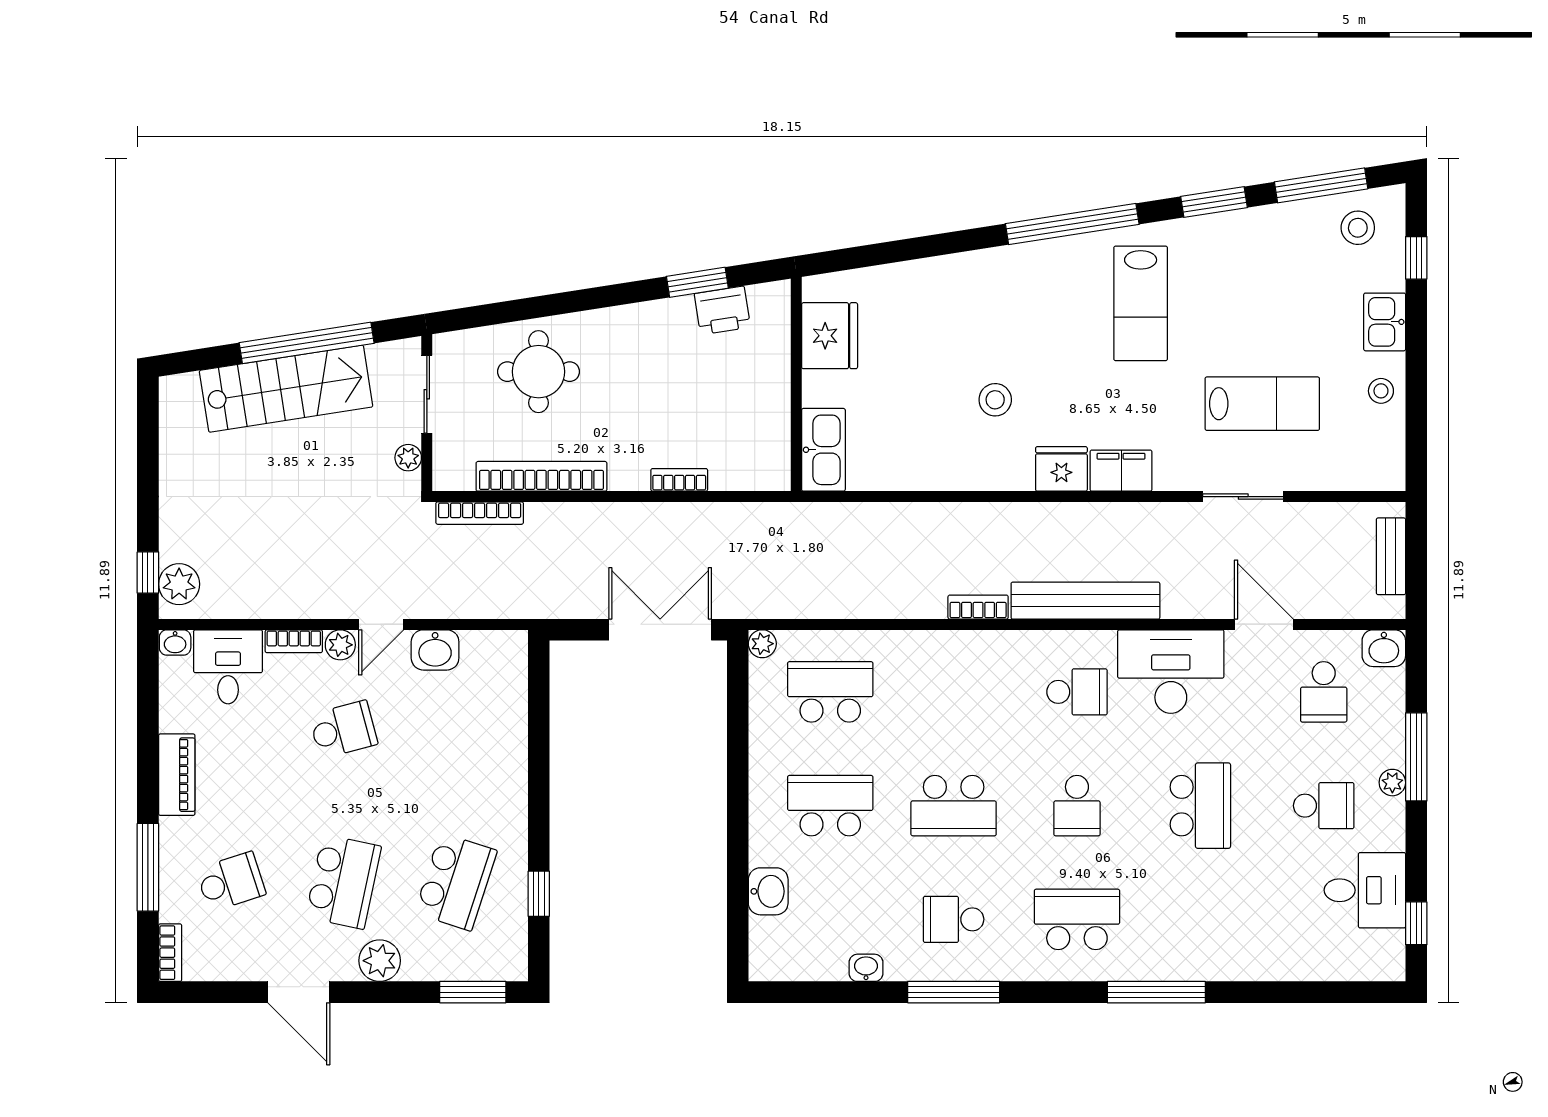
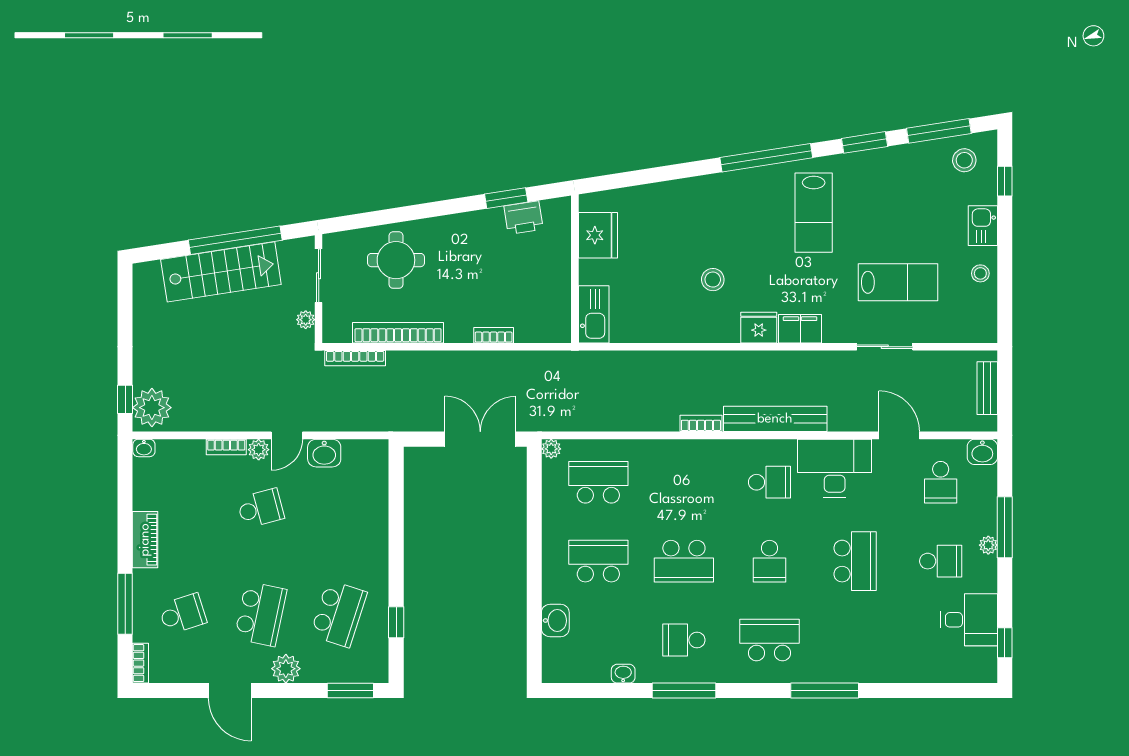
plant: (179, 584) -> (152, 408), width x1.36, depth x1.36
desk: (228, 667) -> (181, 465), removed

